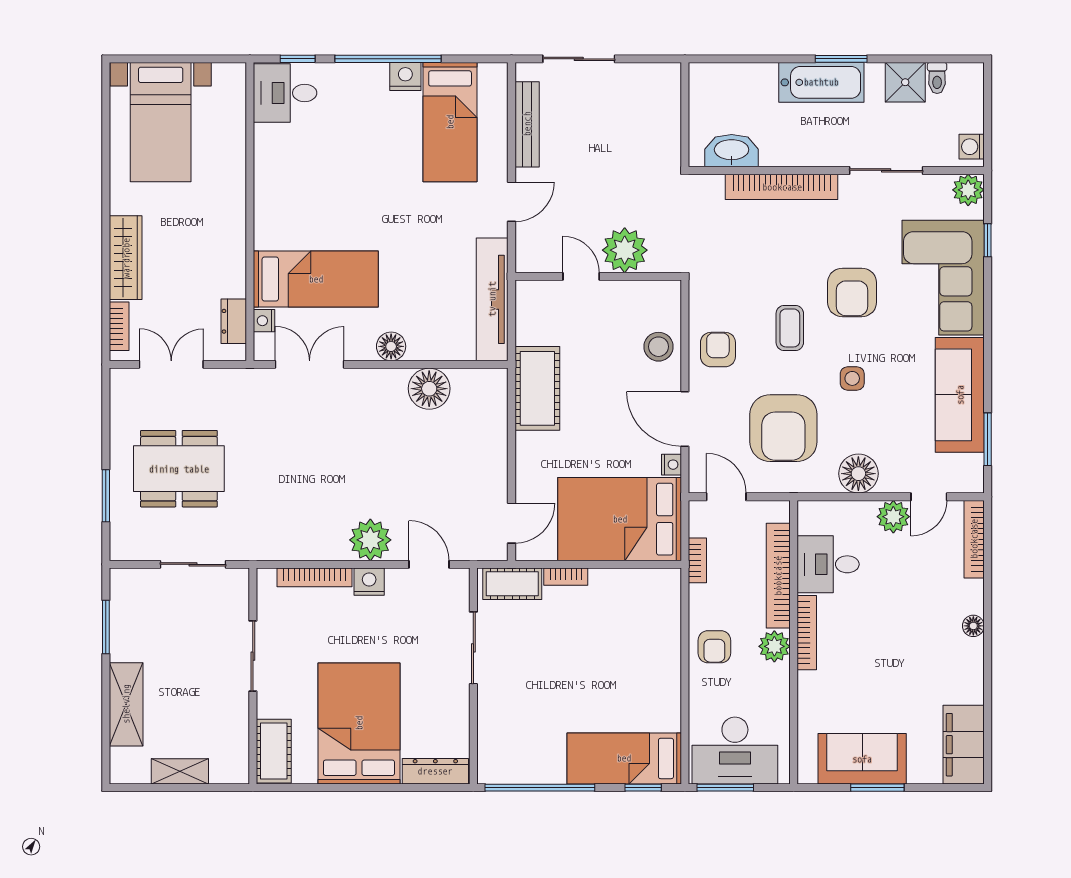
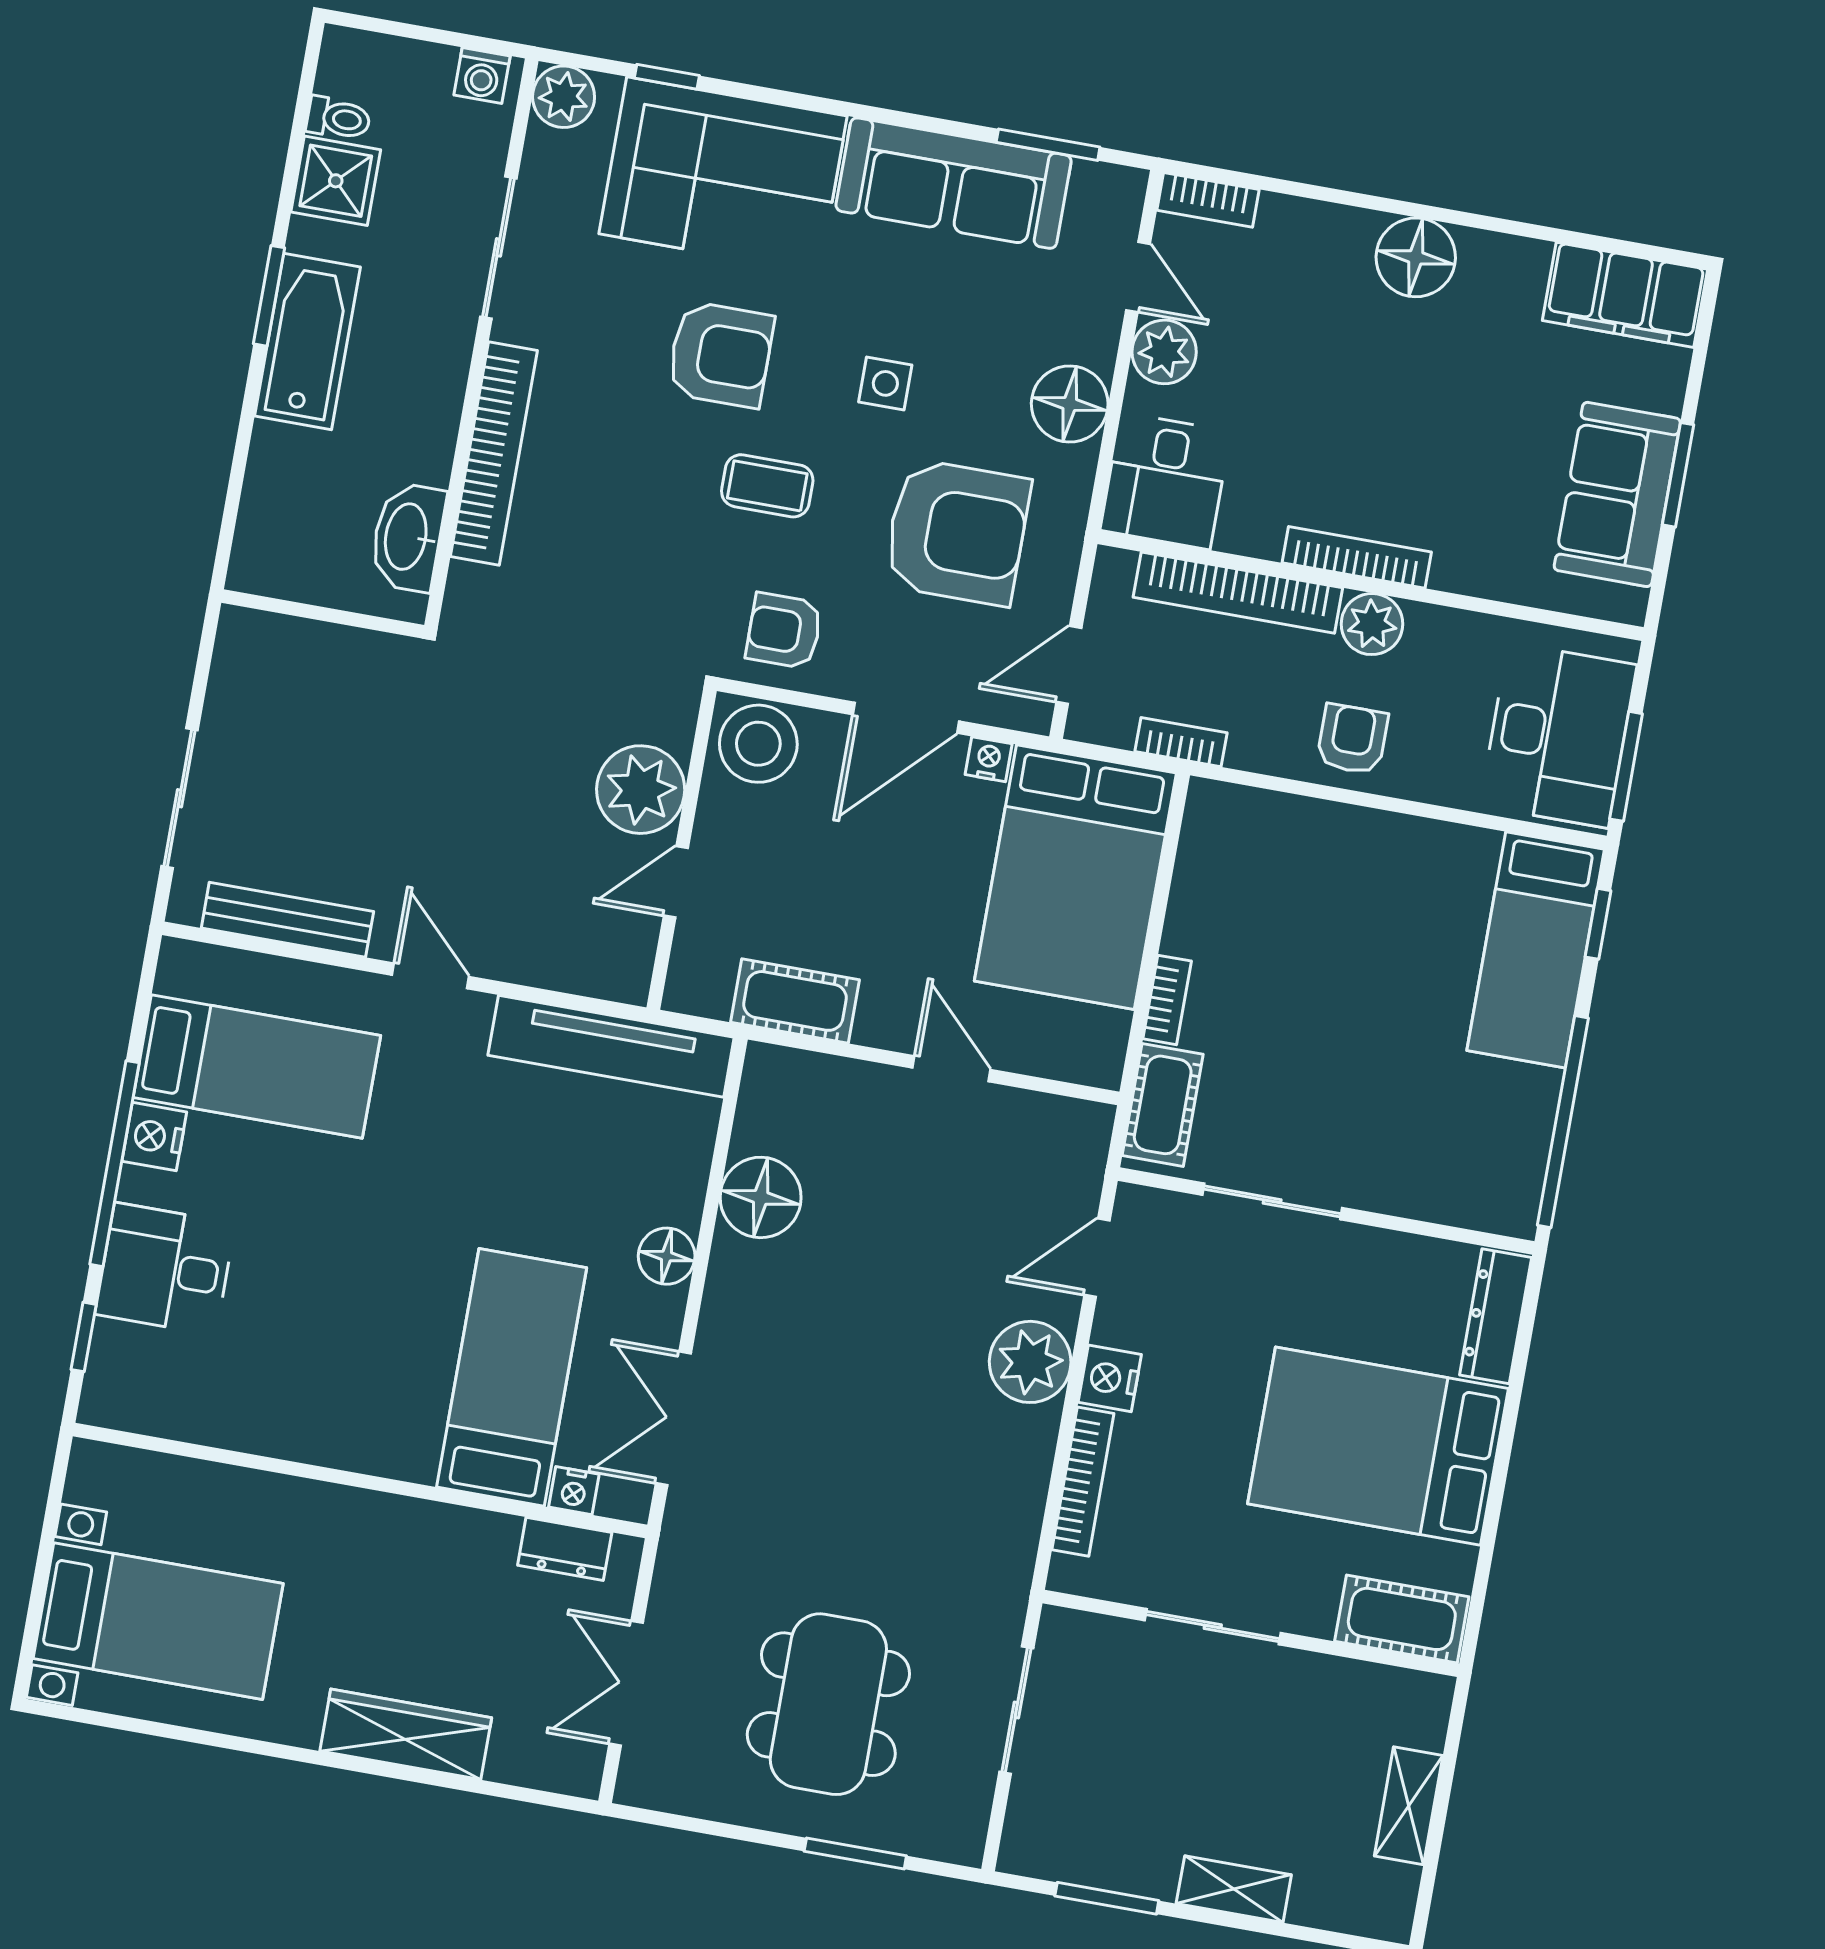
desk: (285, 93) -> (165, 1269), moved, turned 90
plant: (625, 250) -> (641, 790), moved
door: (581, 276) -> (676, 882), moved
wall: (598, 276) -> (682, 849), moved
bookcase: (119, 326) -> (535, 1770), removed
stool: (659, 347) -> (758, 744), width x1.38, depth x1.38
cot: (537, 388) -> (795, 1001), width x0.73, depth x0.75
door: (511, 523) -> (951, 1069), moved
bookcase: (974, 539) -> (1208, 200), width x0.64
desk: (828, 564) -> (1165, 481), moved
floor lamp: (973, 626) -> (1416, 257), width x1.89, depth x1.89
armchair: (714, 647) -> (1352, 739), turned -90
shelving: (126, 704) -> (1234, 1889), width x0.67, depth x0.75

